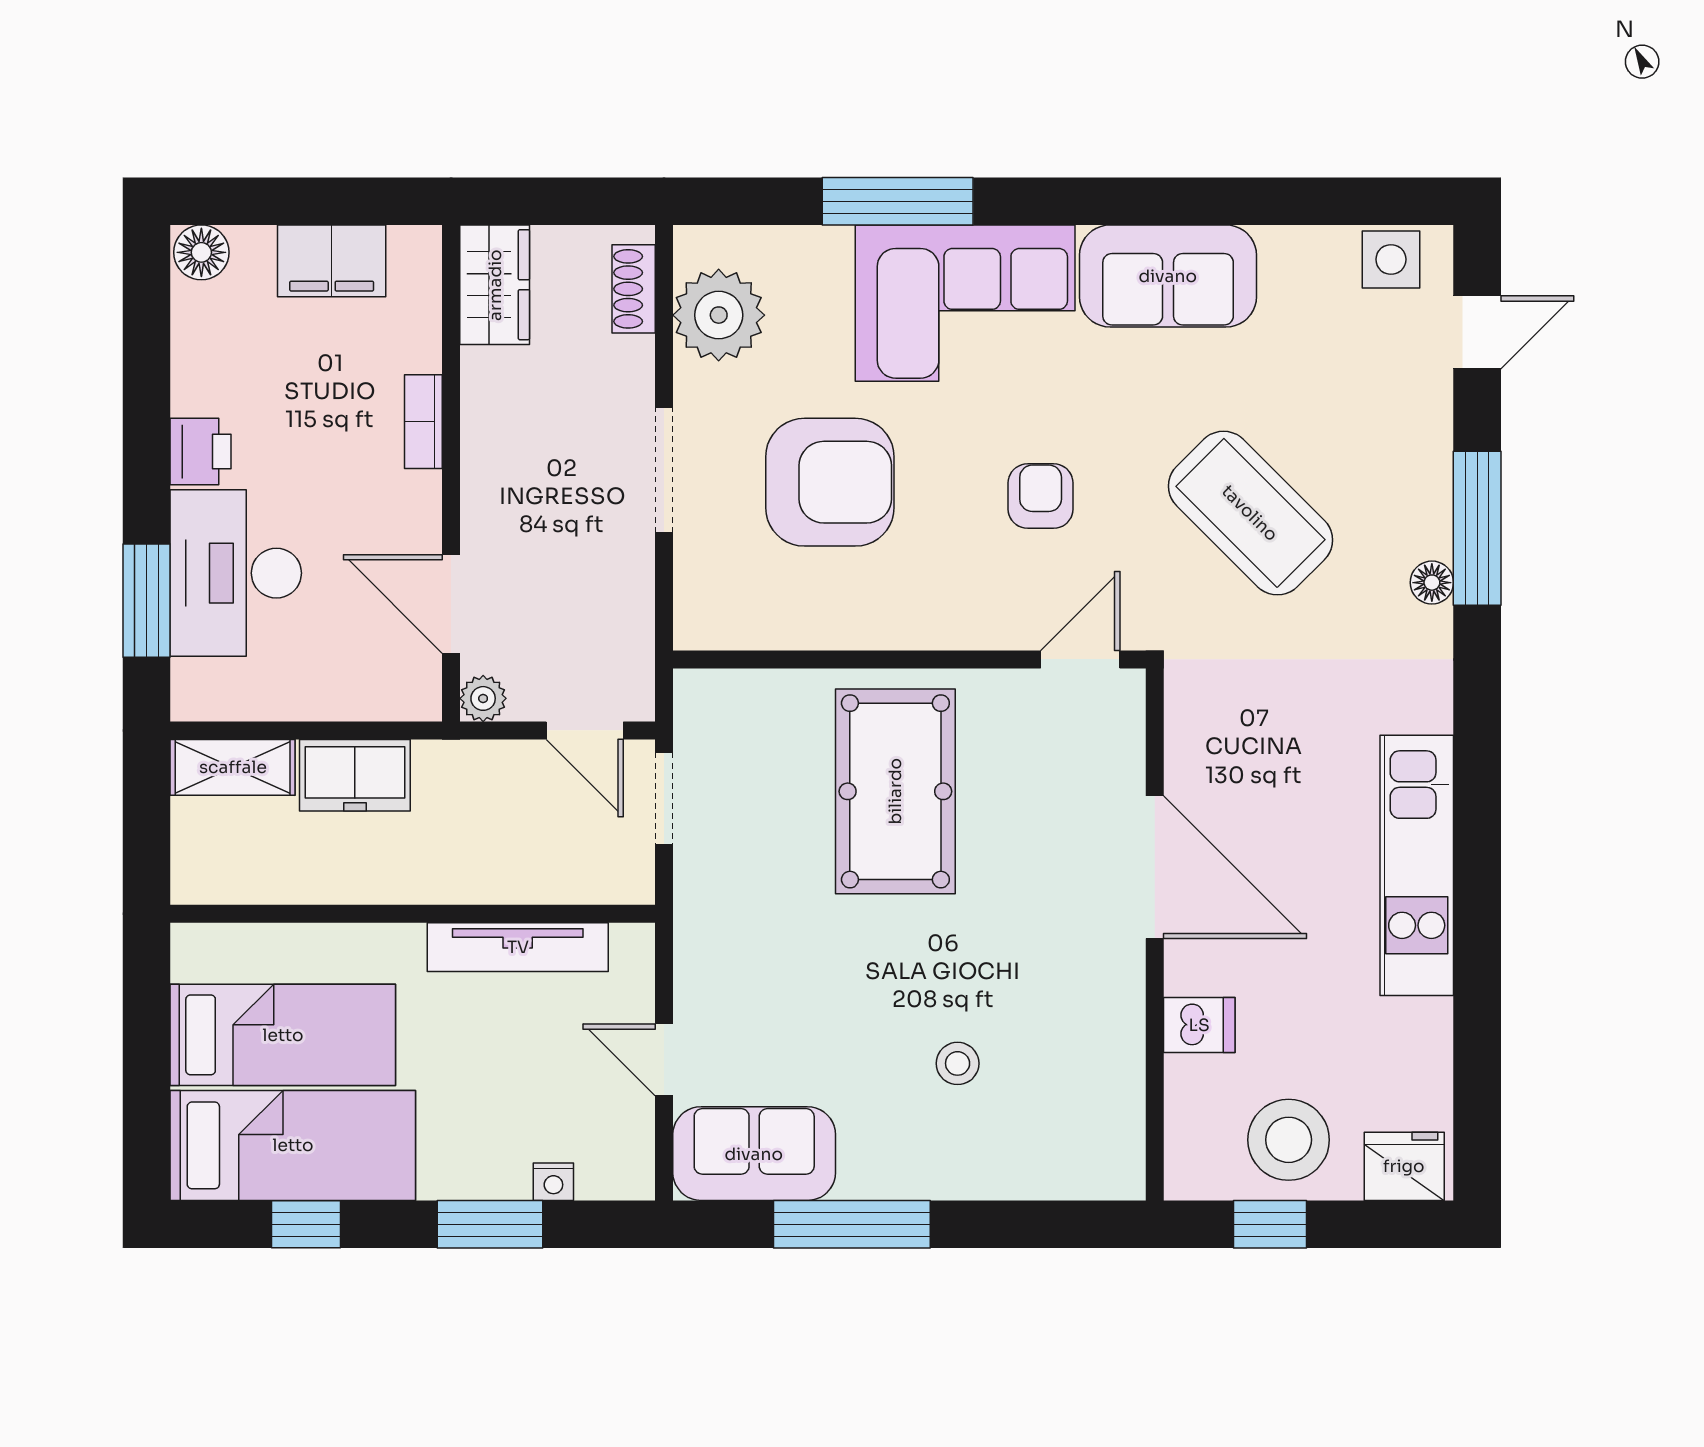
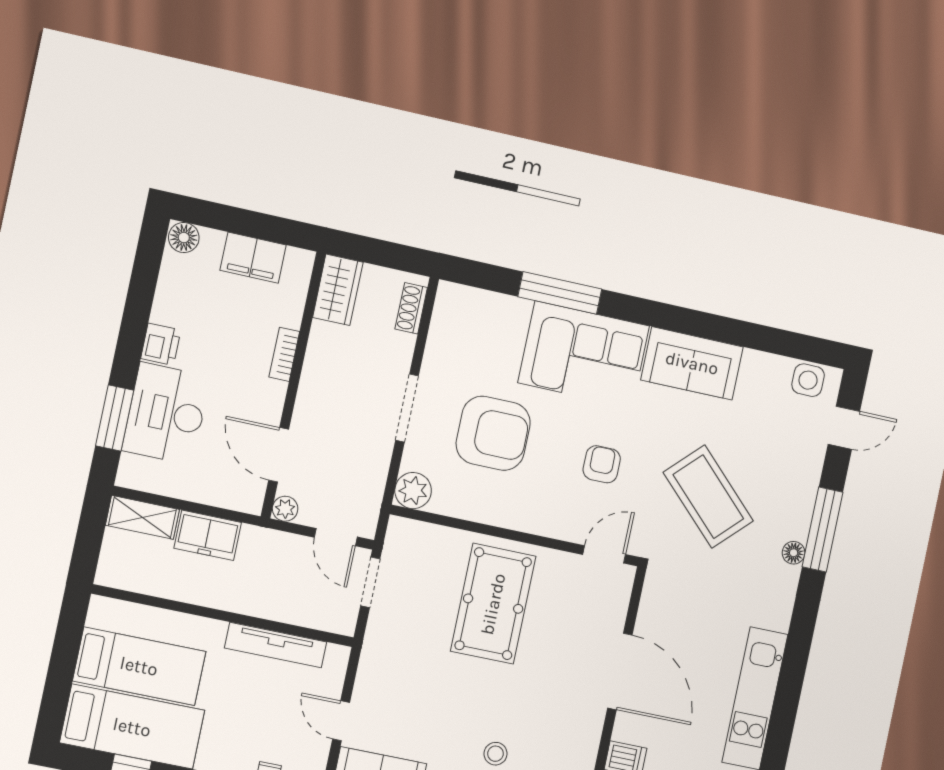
plant: (719, 315) -> (413, 491), moved, width x0.73, depth x0.73

